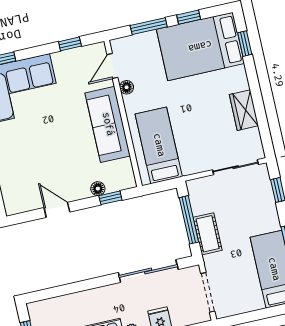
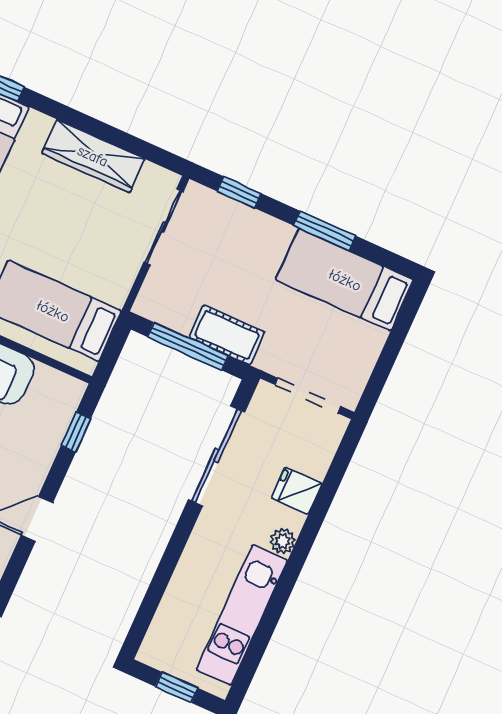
wardrobe: (244, 110) -> (93, 156), width x1.50
floor lamp: (98, 189) -> (50, 440), removed

